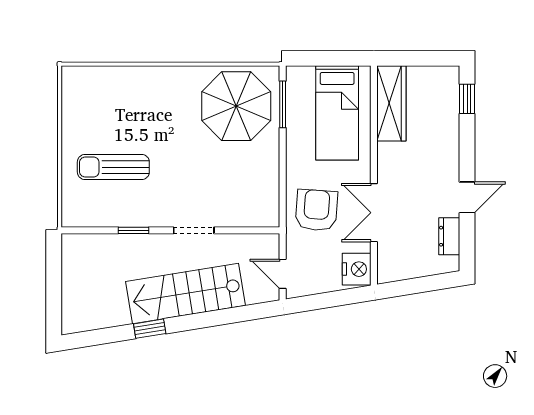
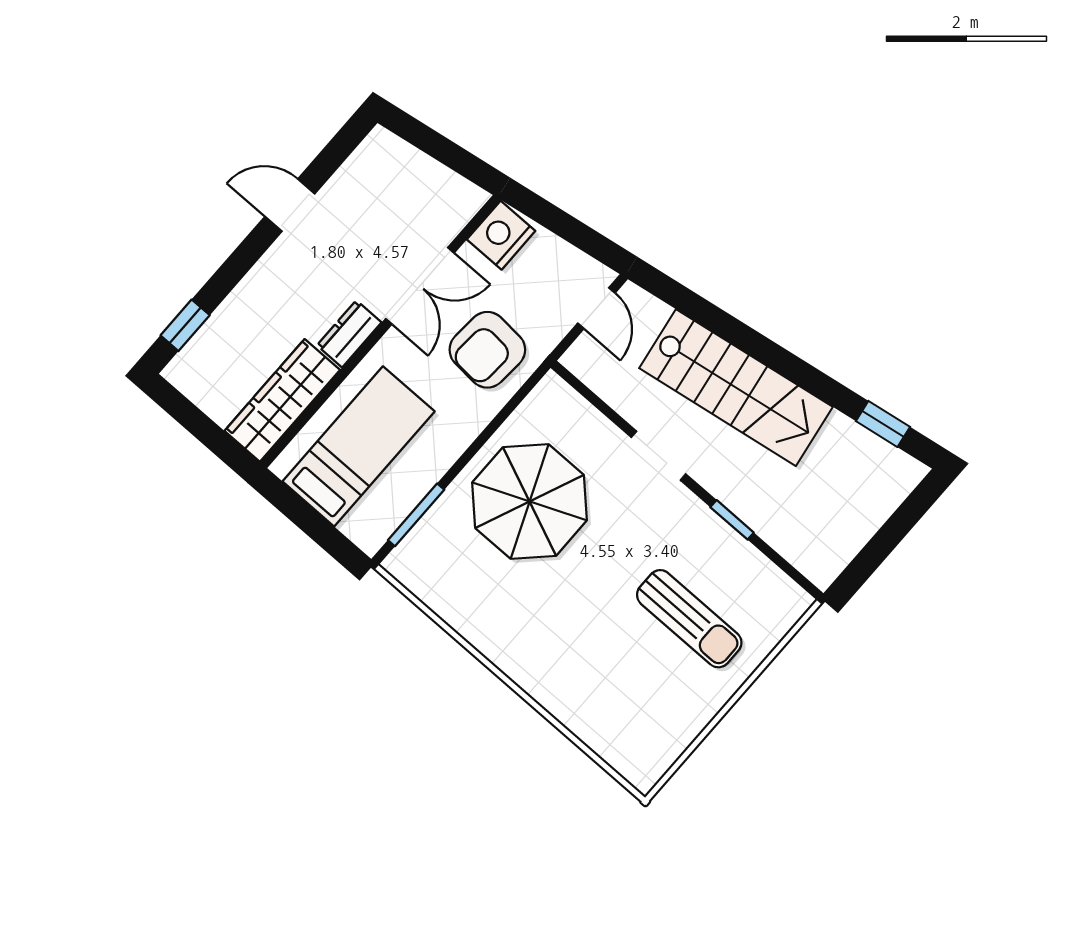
parasol: (236, 106) -> (530, 501), moved
dresser: (449, 236) -> (349, 334), moved, turned 180
window: (150, 329) -> (883, 424), moved

